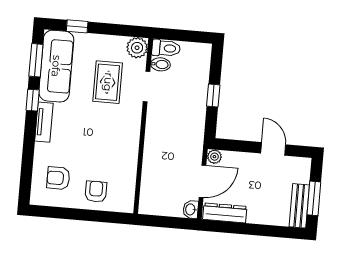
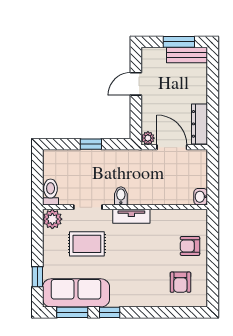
bidet: (160, 64) -> (121, 196), moved
tv unit: (44, 122) -> (131, 216), moved, turned 180
washbasin: (191, 209) -> (201, 197), moved, turned 90

